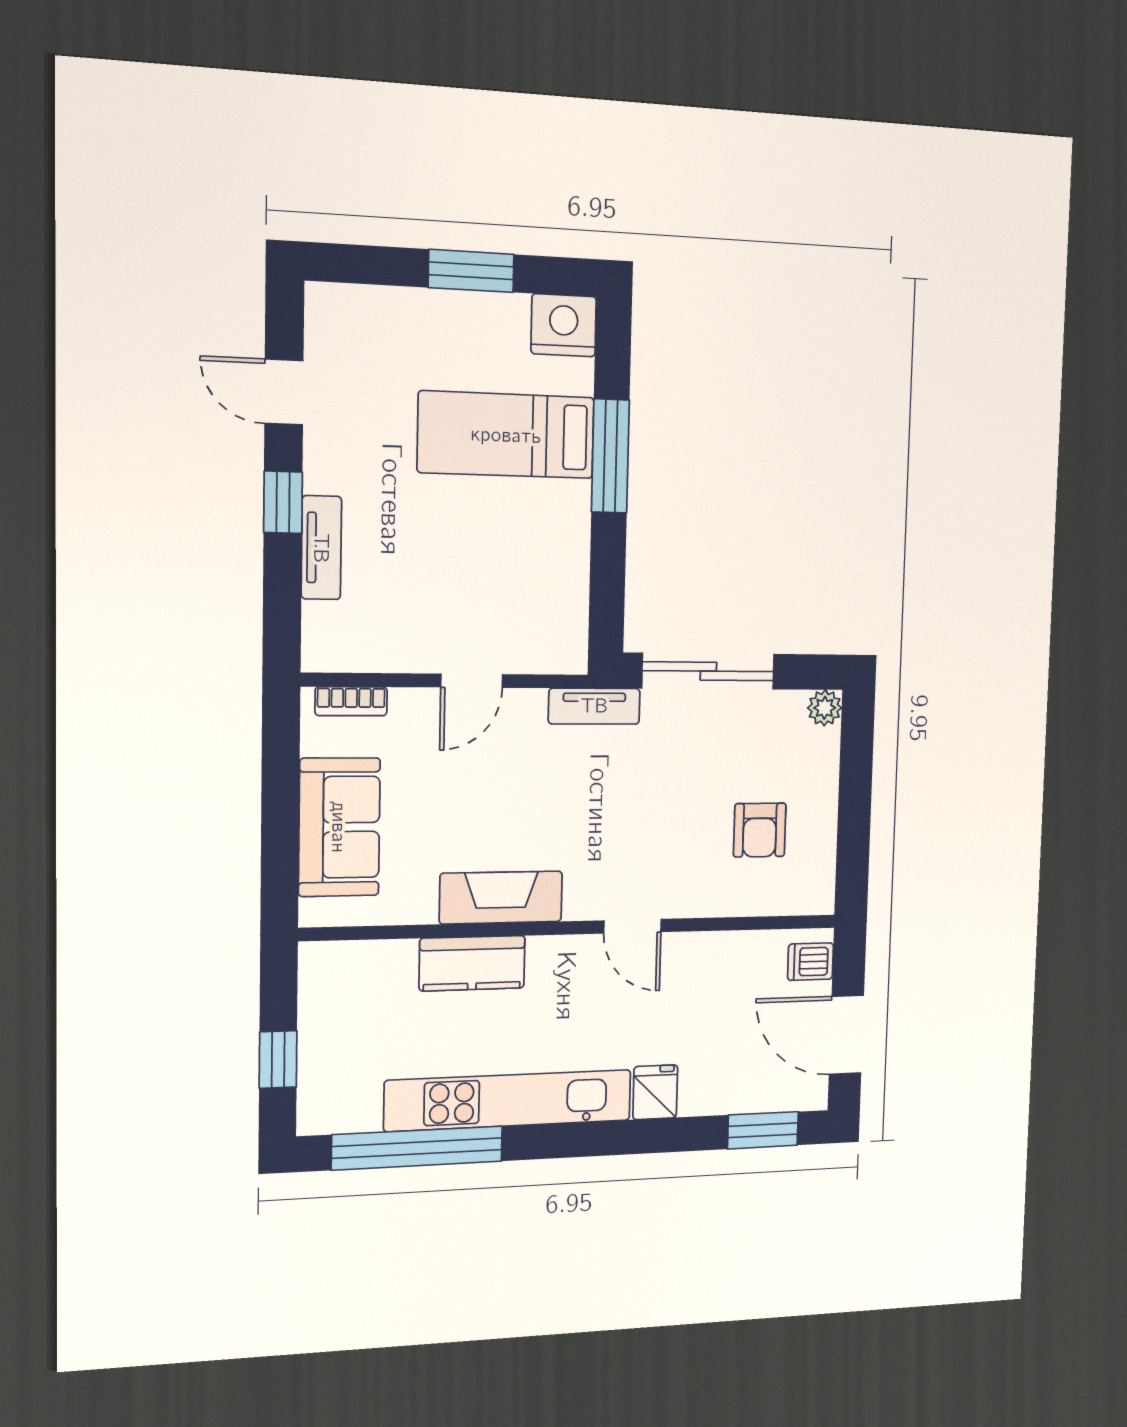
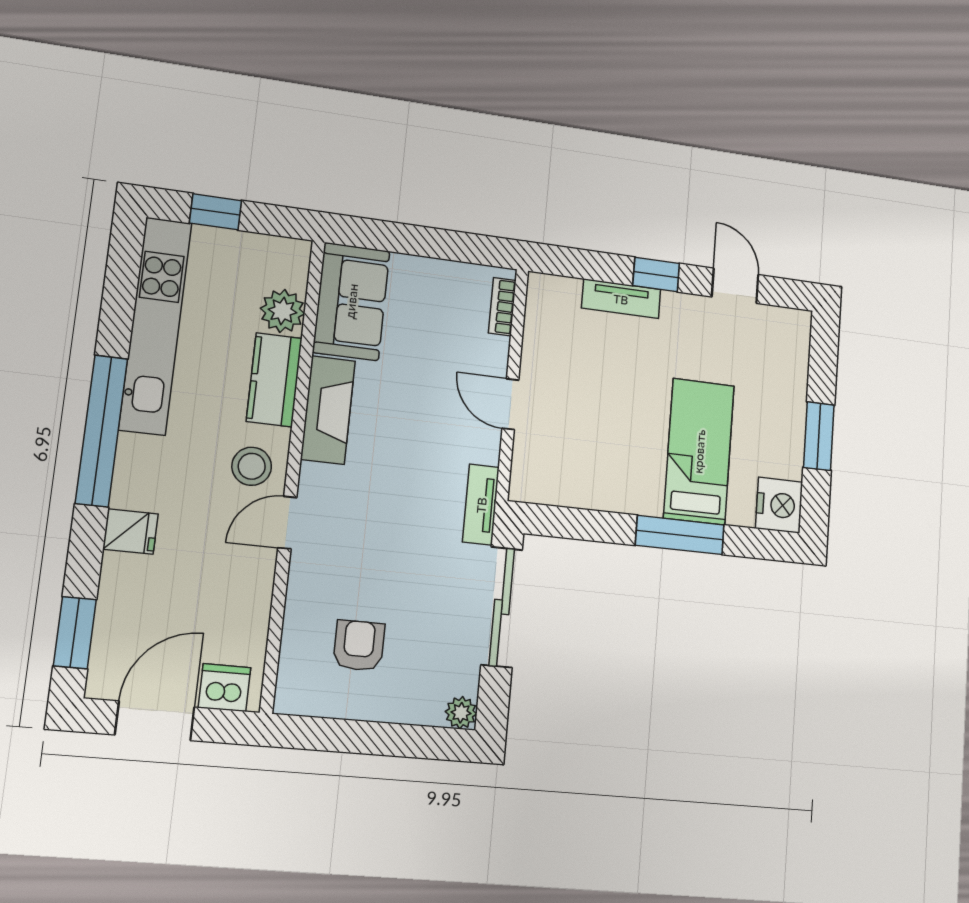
door: (284, 392) -> (735, 286), hinge flipped
sofa: (339, 827) -> (351, 301), moved, turned -90
armchair: (760, 830) -> (359, 646), turned 90
dishwasher: (811, 962) -> (225, 688), width x1.38
plant: (389, 965) -> (282, 311), added
stool: (573, 974) -> (252, 466), added
kitchen unit: (509, 1100) -> (155, 325), moved
window: (417, 1148) -> (102, 431), moved

